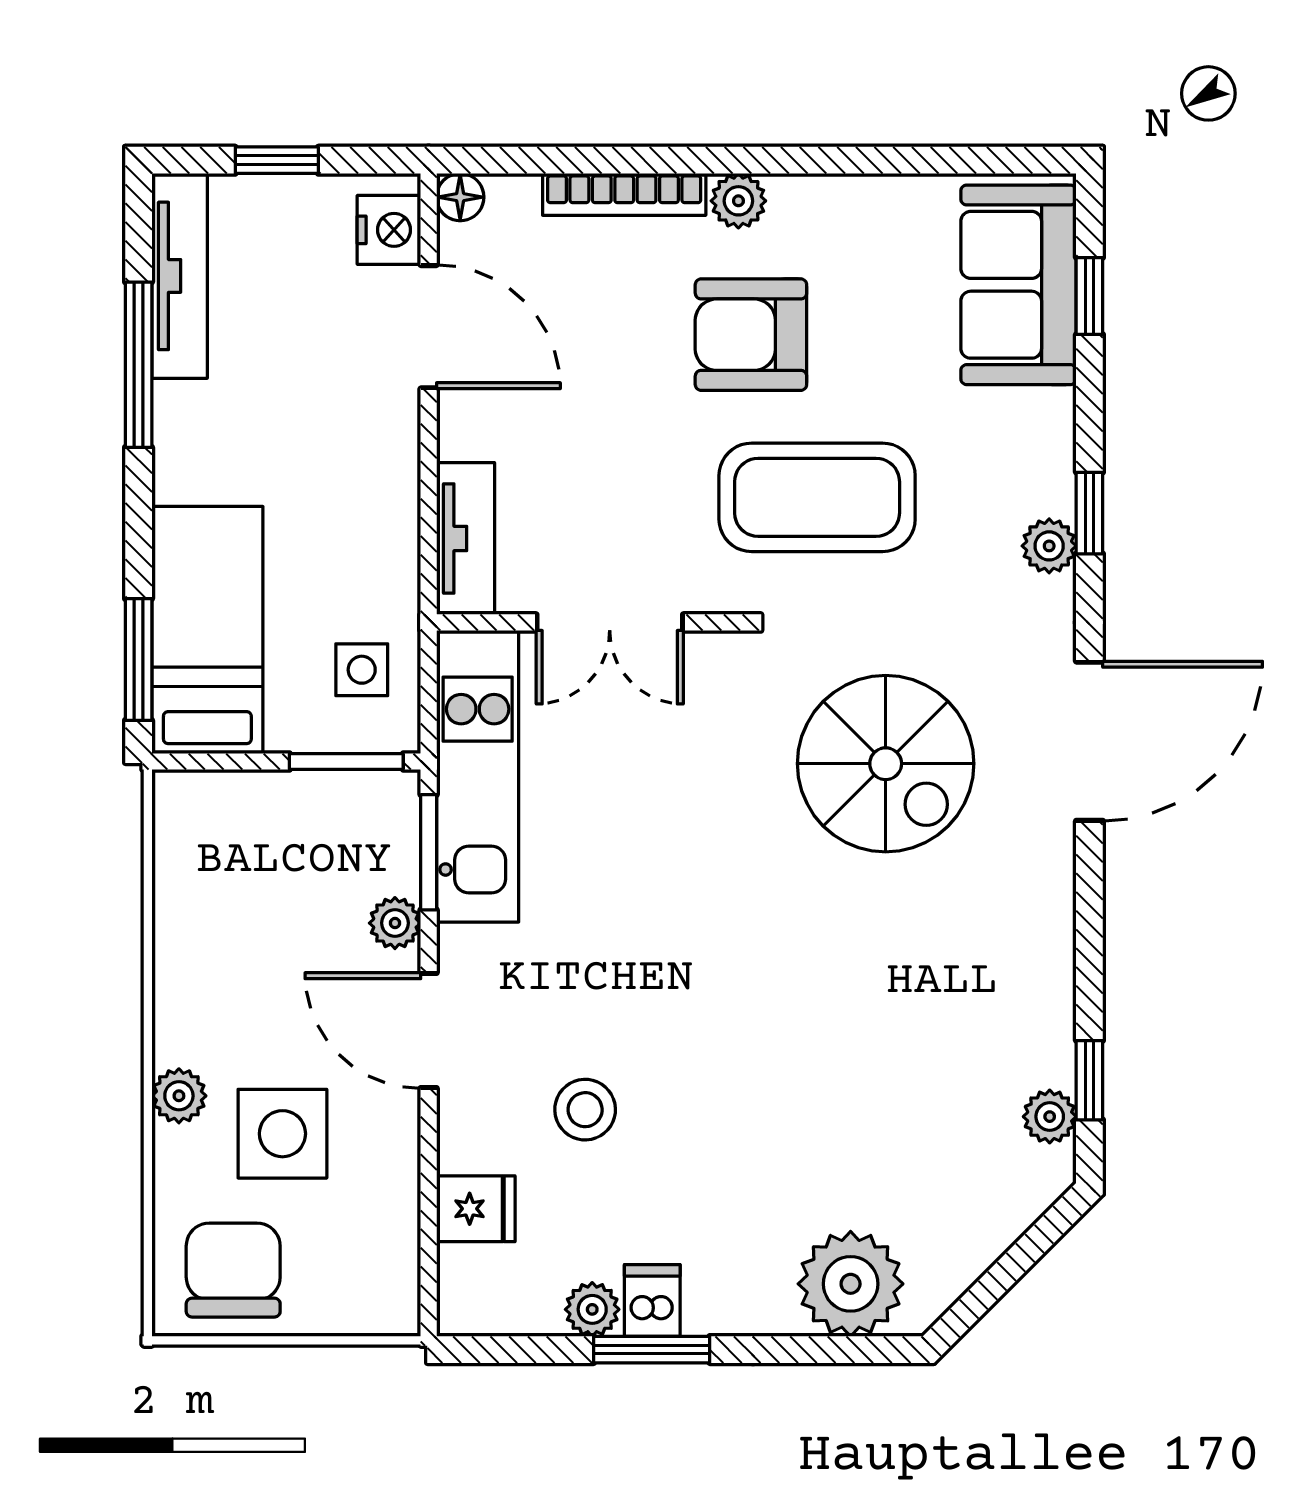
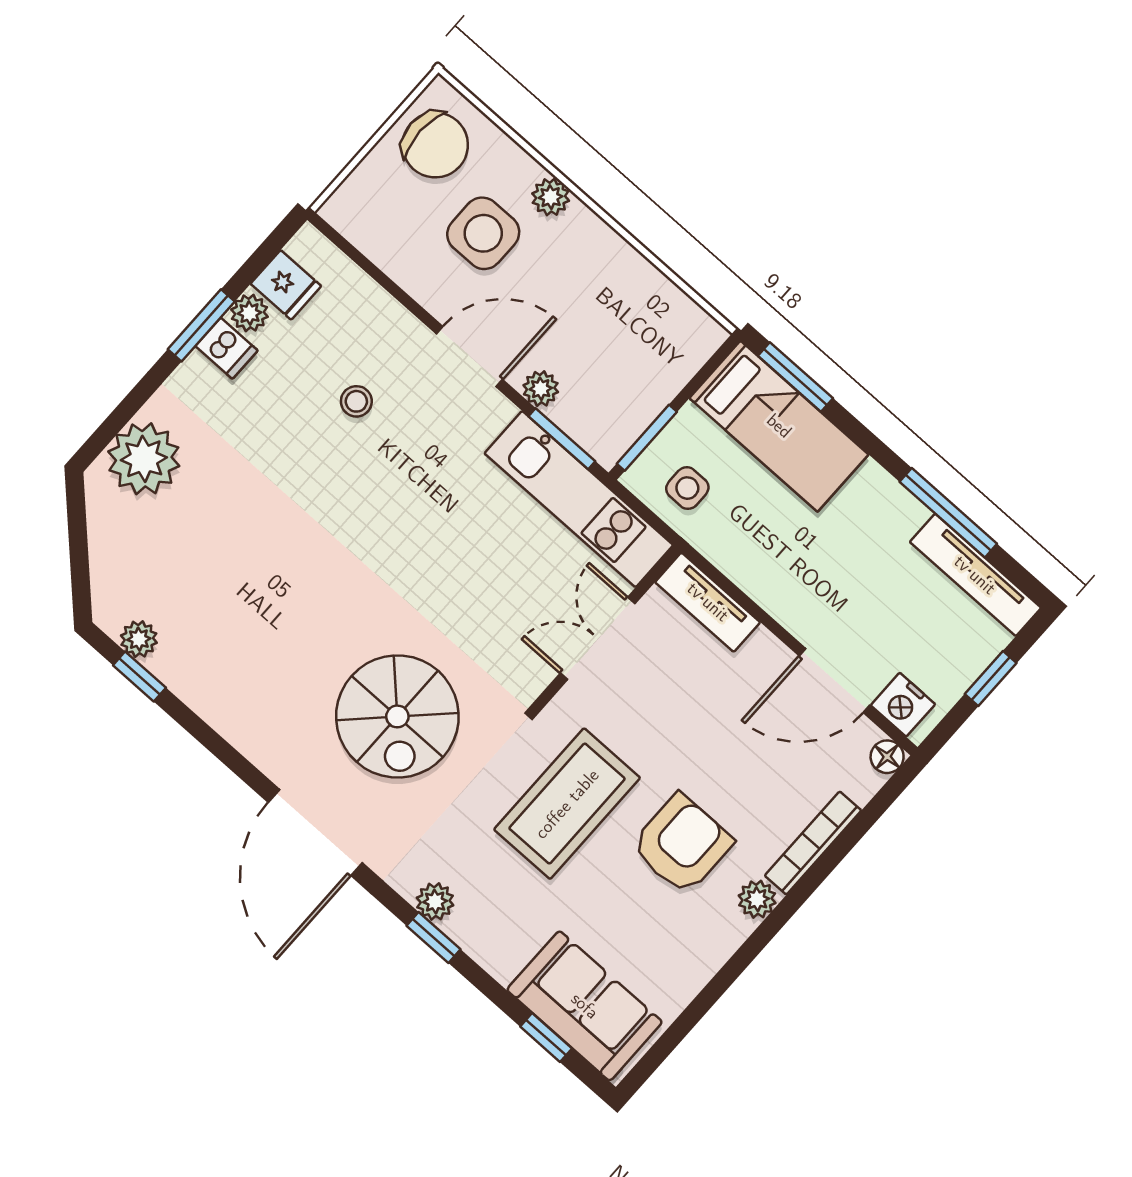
spiral stairs: (886, 764) -> (397, 716), turned -90
stool: (585, 1110) -> (356, 401), width x0.73, depth x0.73
fridge: (476, 1209) -> (286, 285), moved, turned -90

